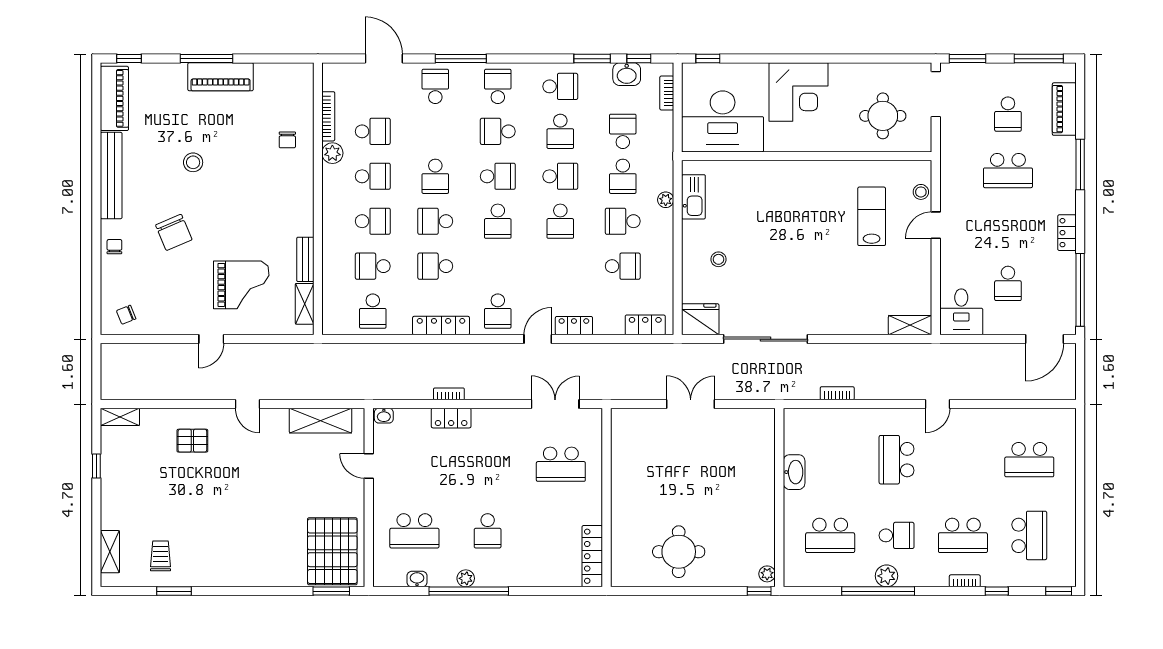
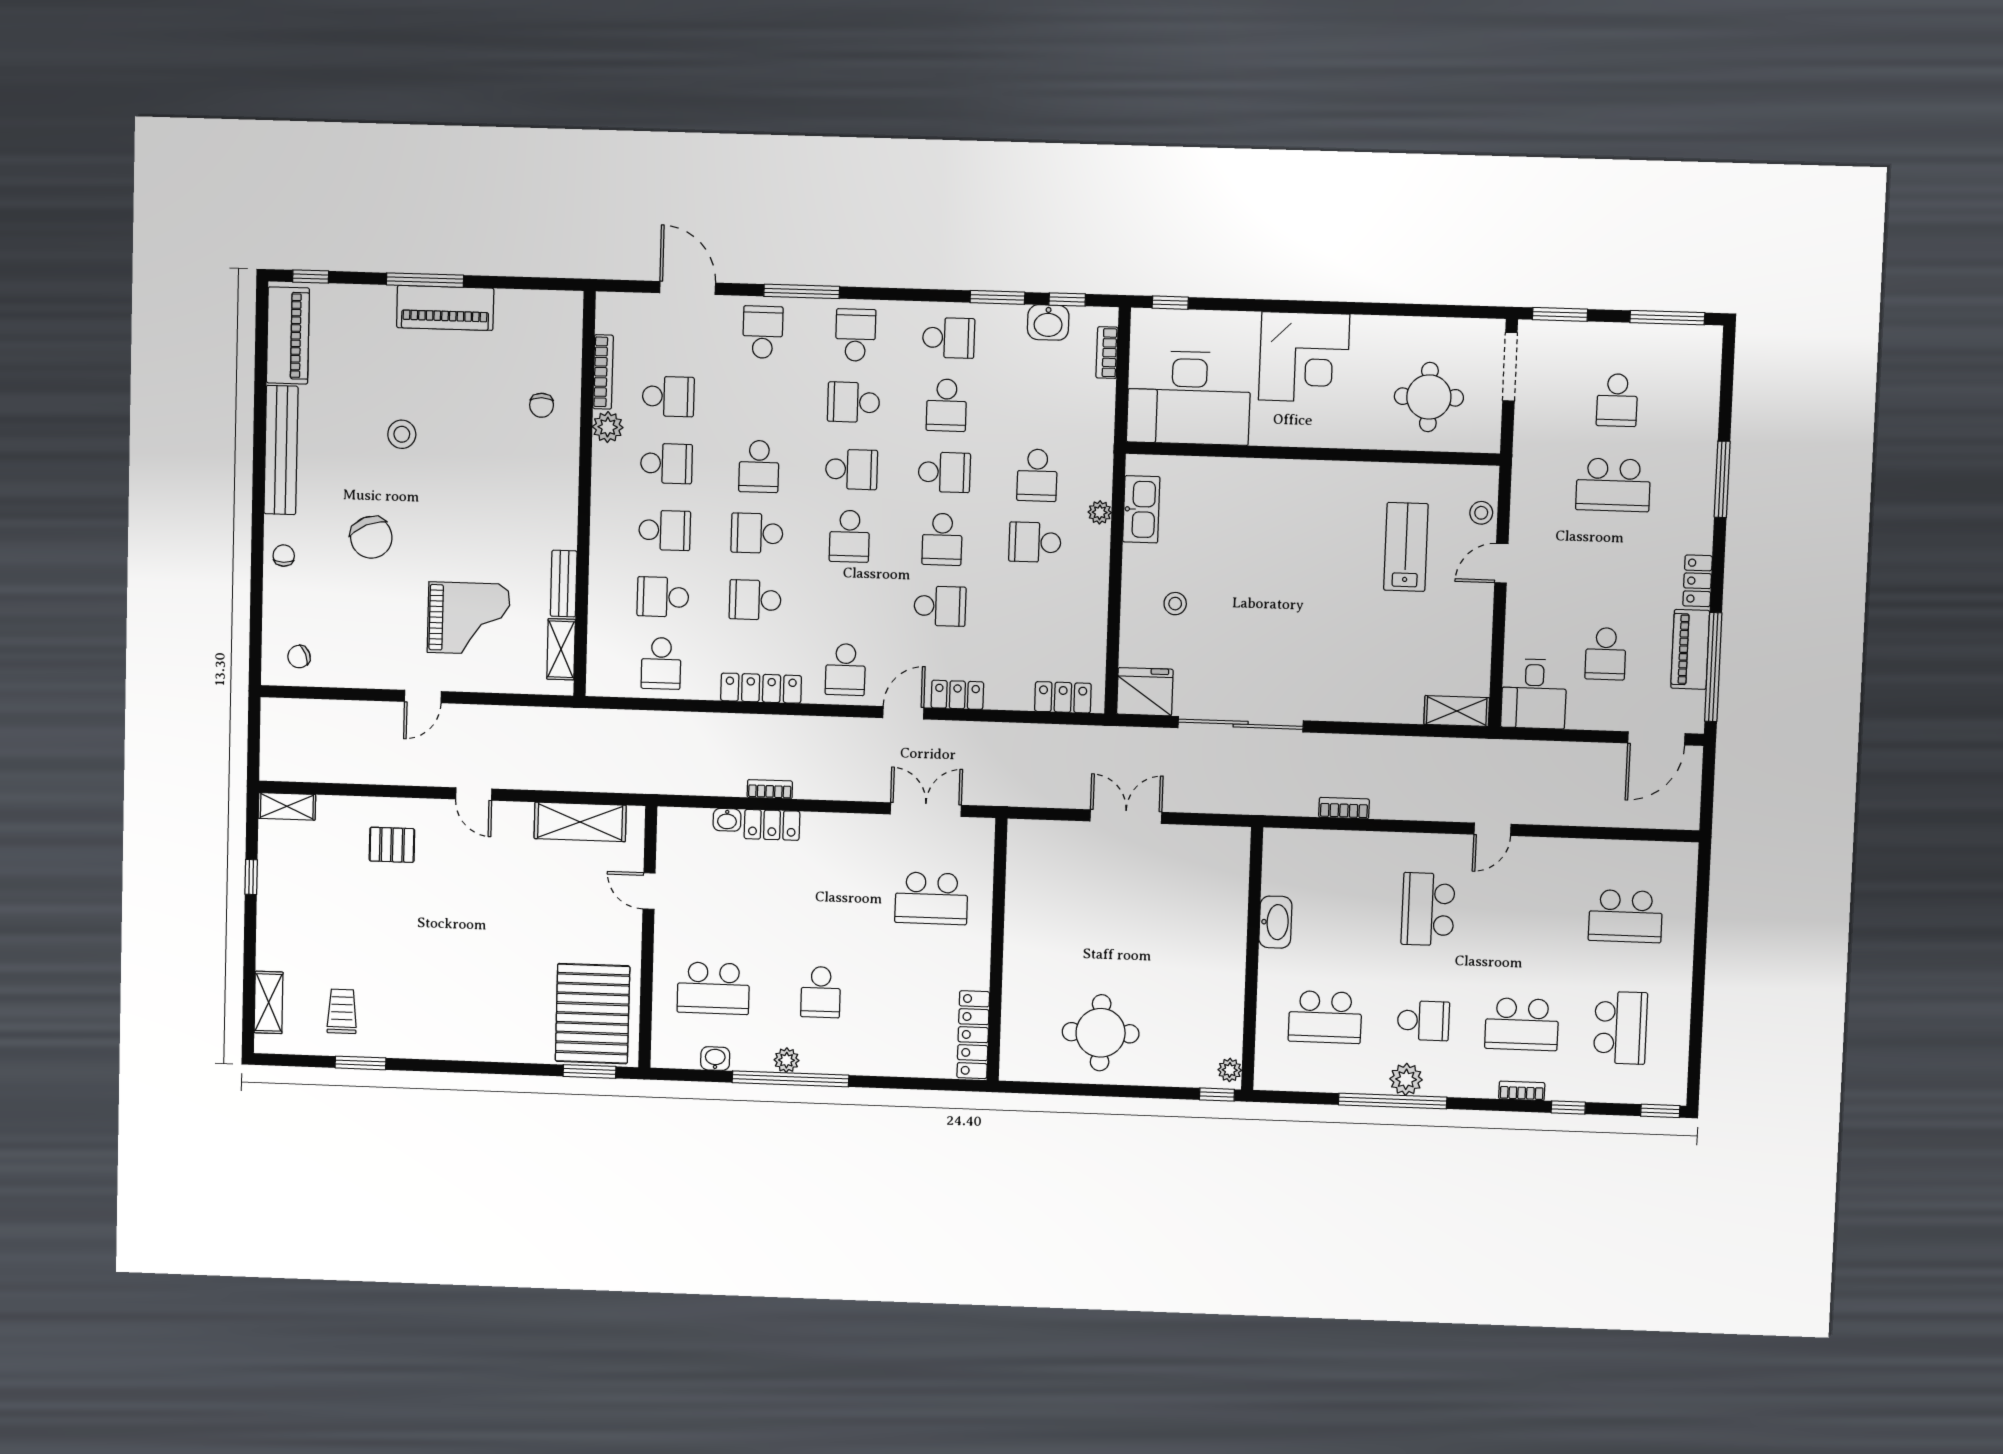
piano: (1064, 109) -> (1690, 649), moved
school desk: (623, 131) -> (1039, 408), removed
school desk: (623, 266) -> (940, 606), moved
washbasin: (384, 416) -> (727, 820), moved

